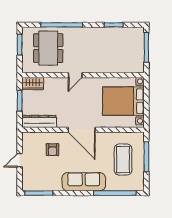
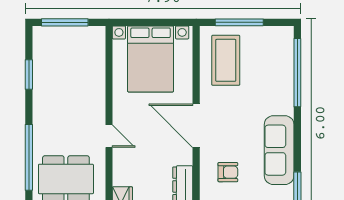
door: (82, 130) -> (196, 126), swing flipped
coffee table: (123, 160) -> (226, 60), moved, turned 90
sofa: (84, 182) -> (279, 150), moved

